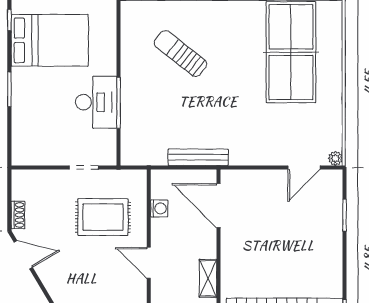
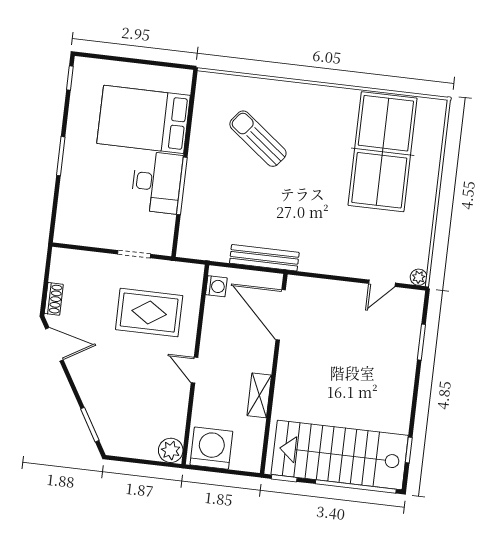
bed: (50, 40) -> (144, 119), moved, turned 180
door: (304, 168) -> (382, 283), width x0.73
washing machine: (159, 208) -> (216, 286), moved
door: (149, 263) -> (195, 370), width x0.73

